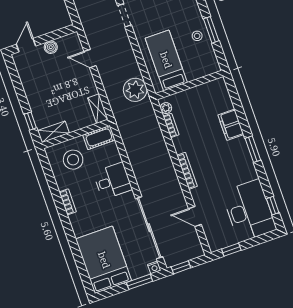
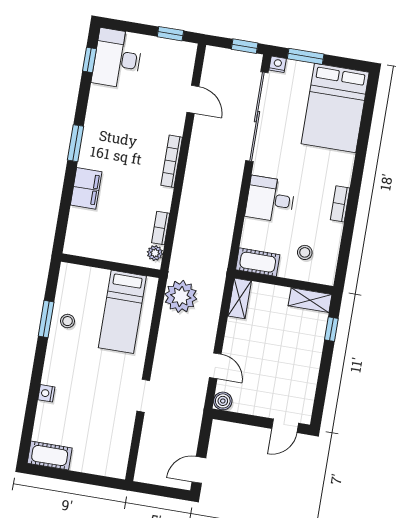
boiler: (51, 47) -> (223, 401), moved
stool: (73, 160) -> (305, 252), width x0.53, depth x0.53
desk: (249, 211) -> (117, 59), width x0.73, depth x0.77

